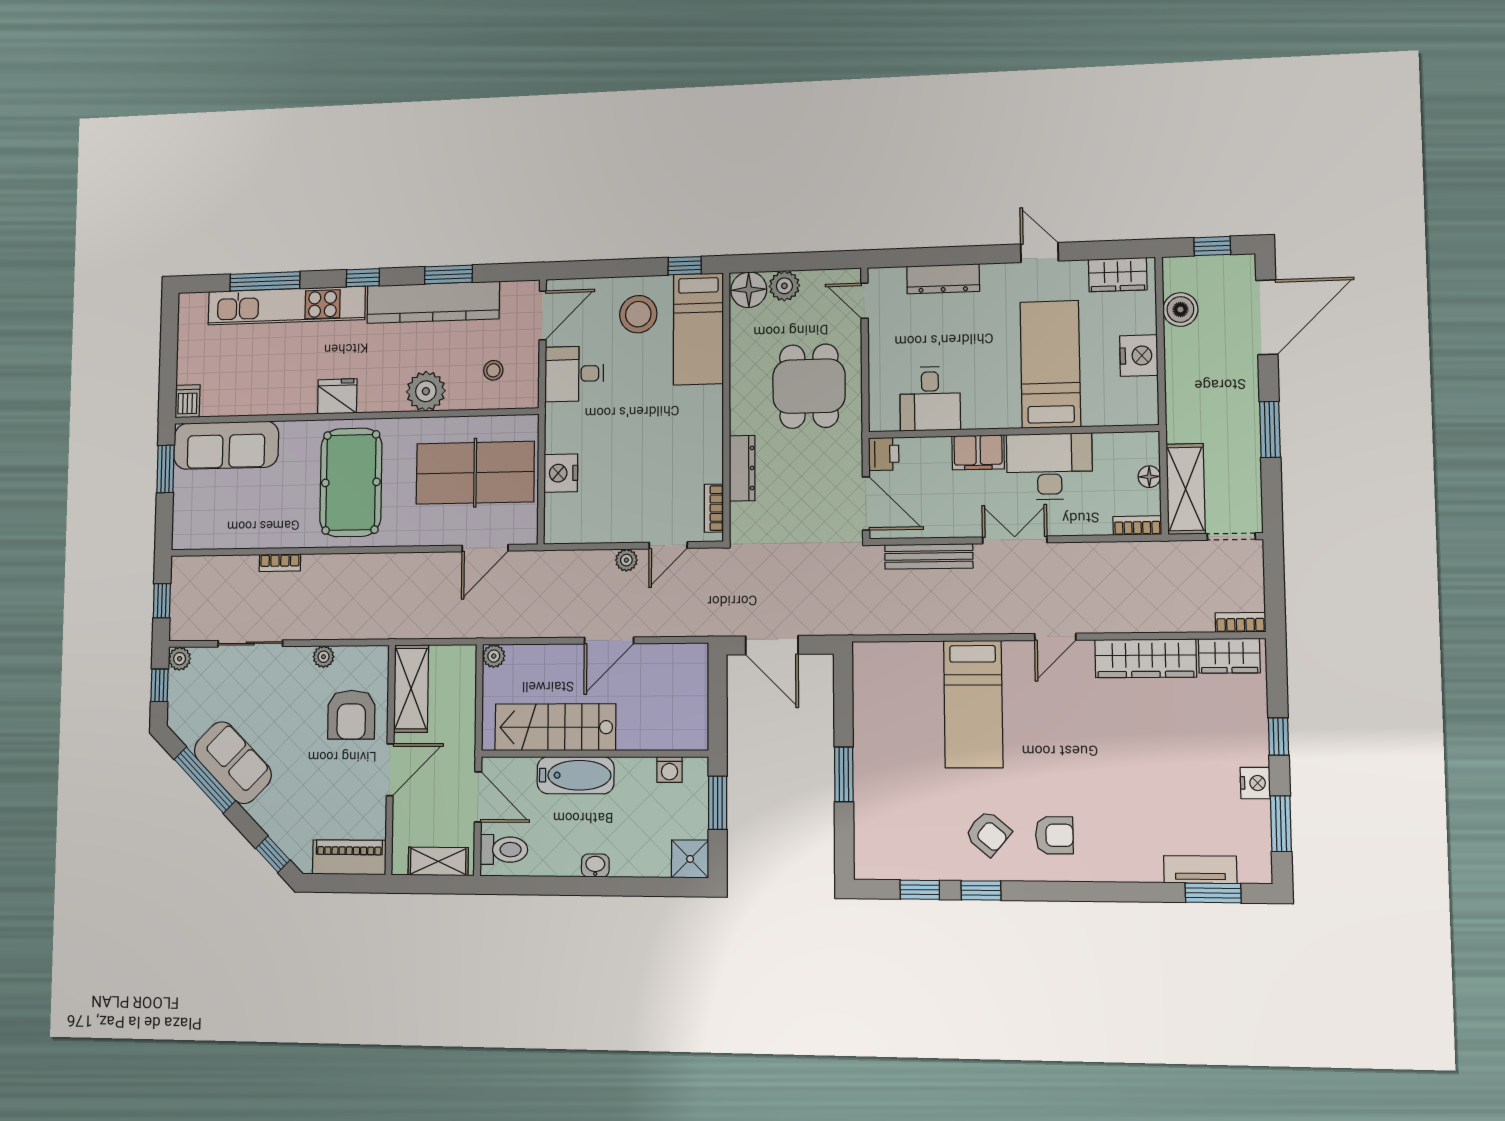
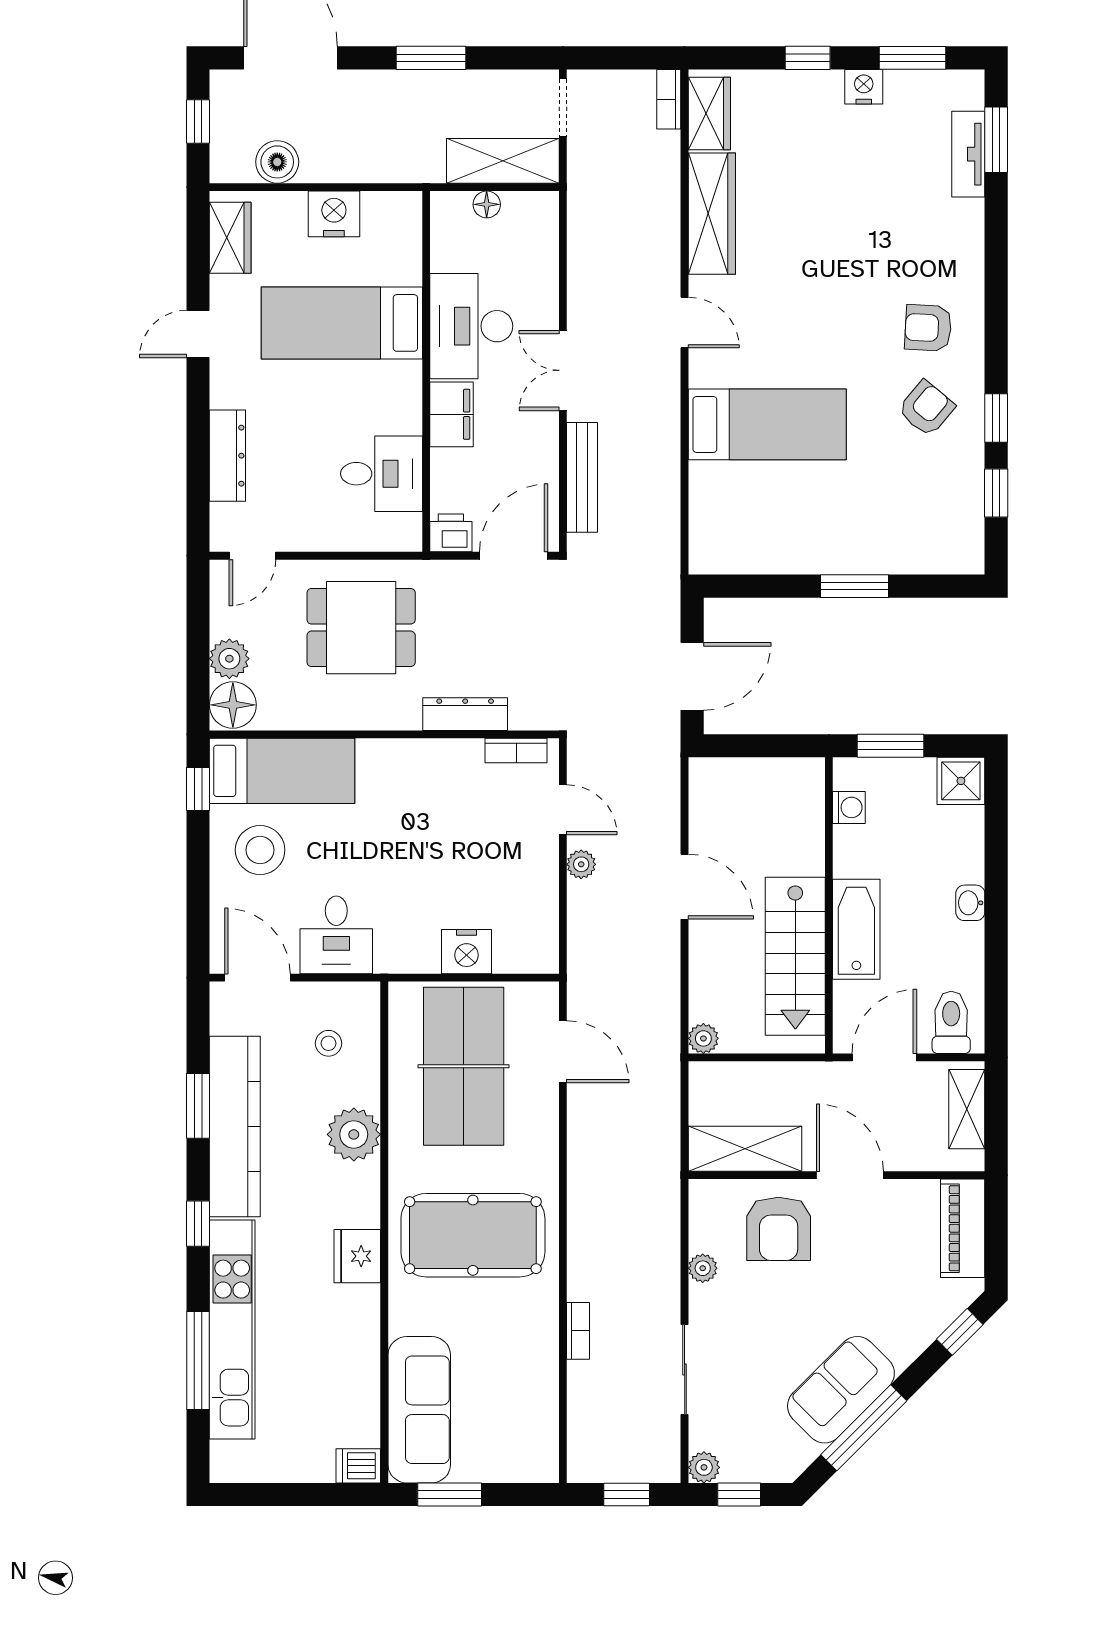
bookcase: (1137, 526) -> (547, 220), removed
armchair: (351, 715) -> (779, 1229), turned 90
armchair: (1054, 835) -> (928, 328), turned -87

